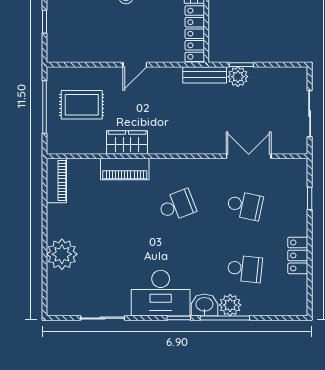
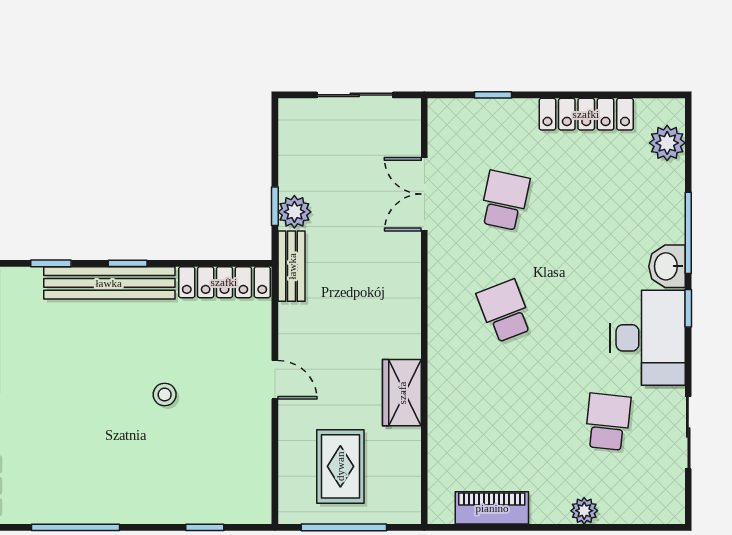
piano: (125, 169) -> (445, 396), removed
piano: (56, 181) -> (492, 508), moved
plant: (62, 254) -> (584, 511), width x0.53, depth x0.53
locker: (298, 255) -> (586, 114), width x1.53
school desk: (245, 269) -> (608, 422), moved
plant: (230, 305) -> (667, 143), moved

